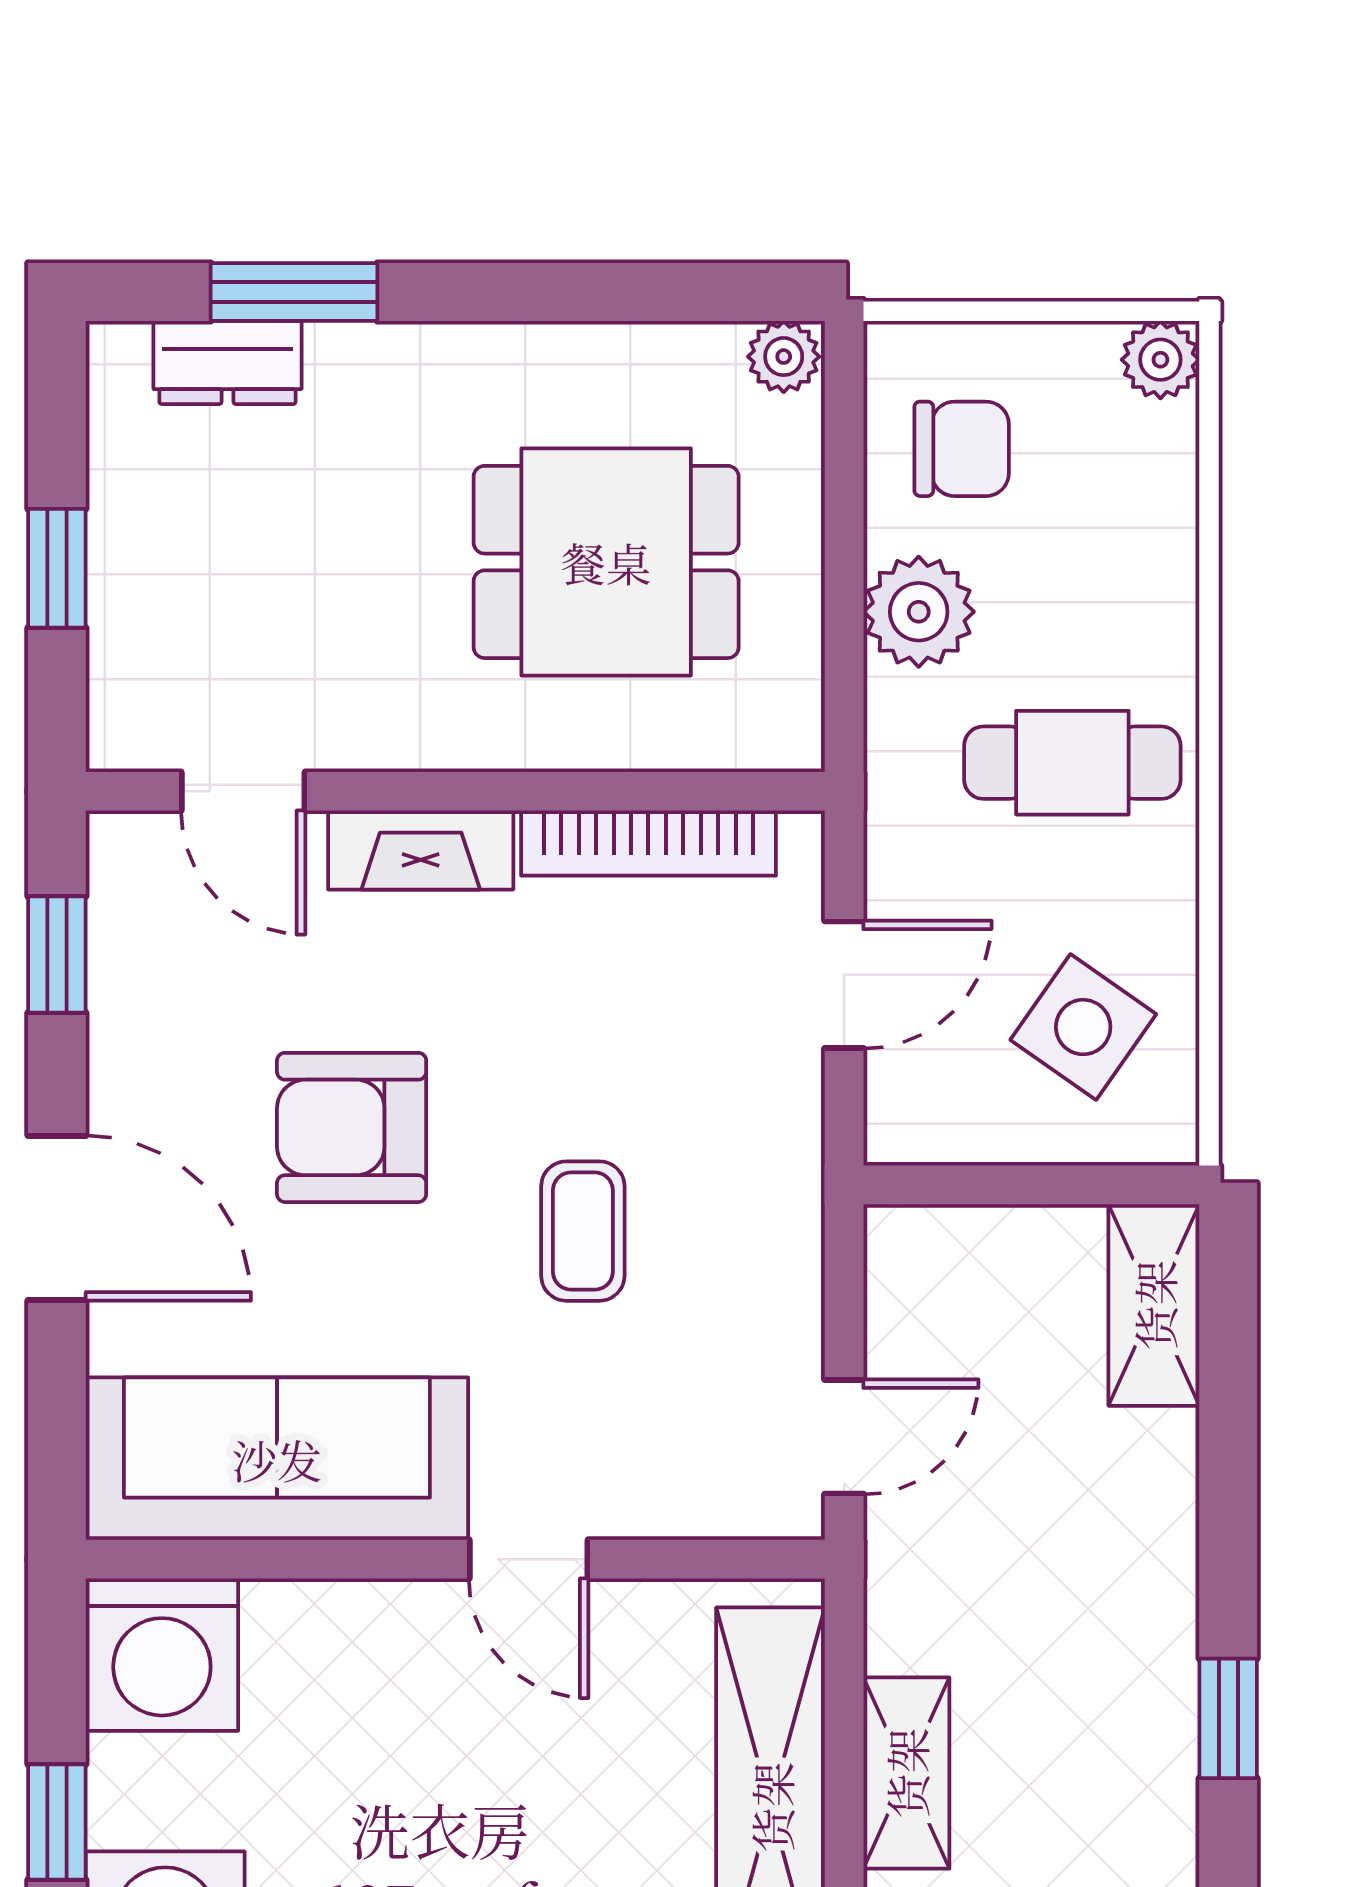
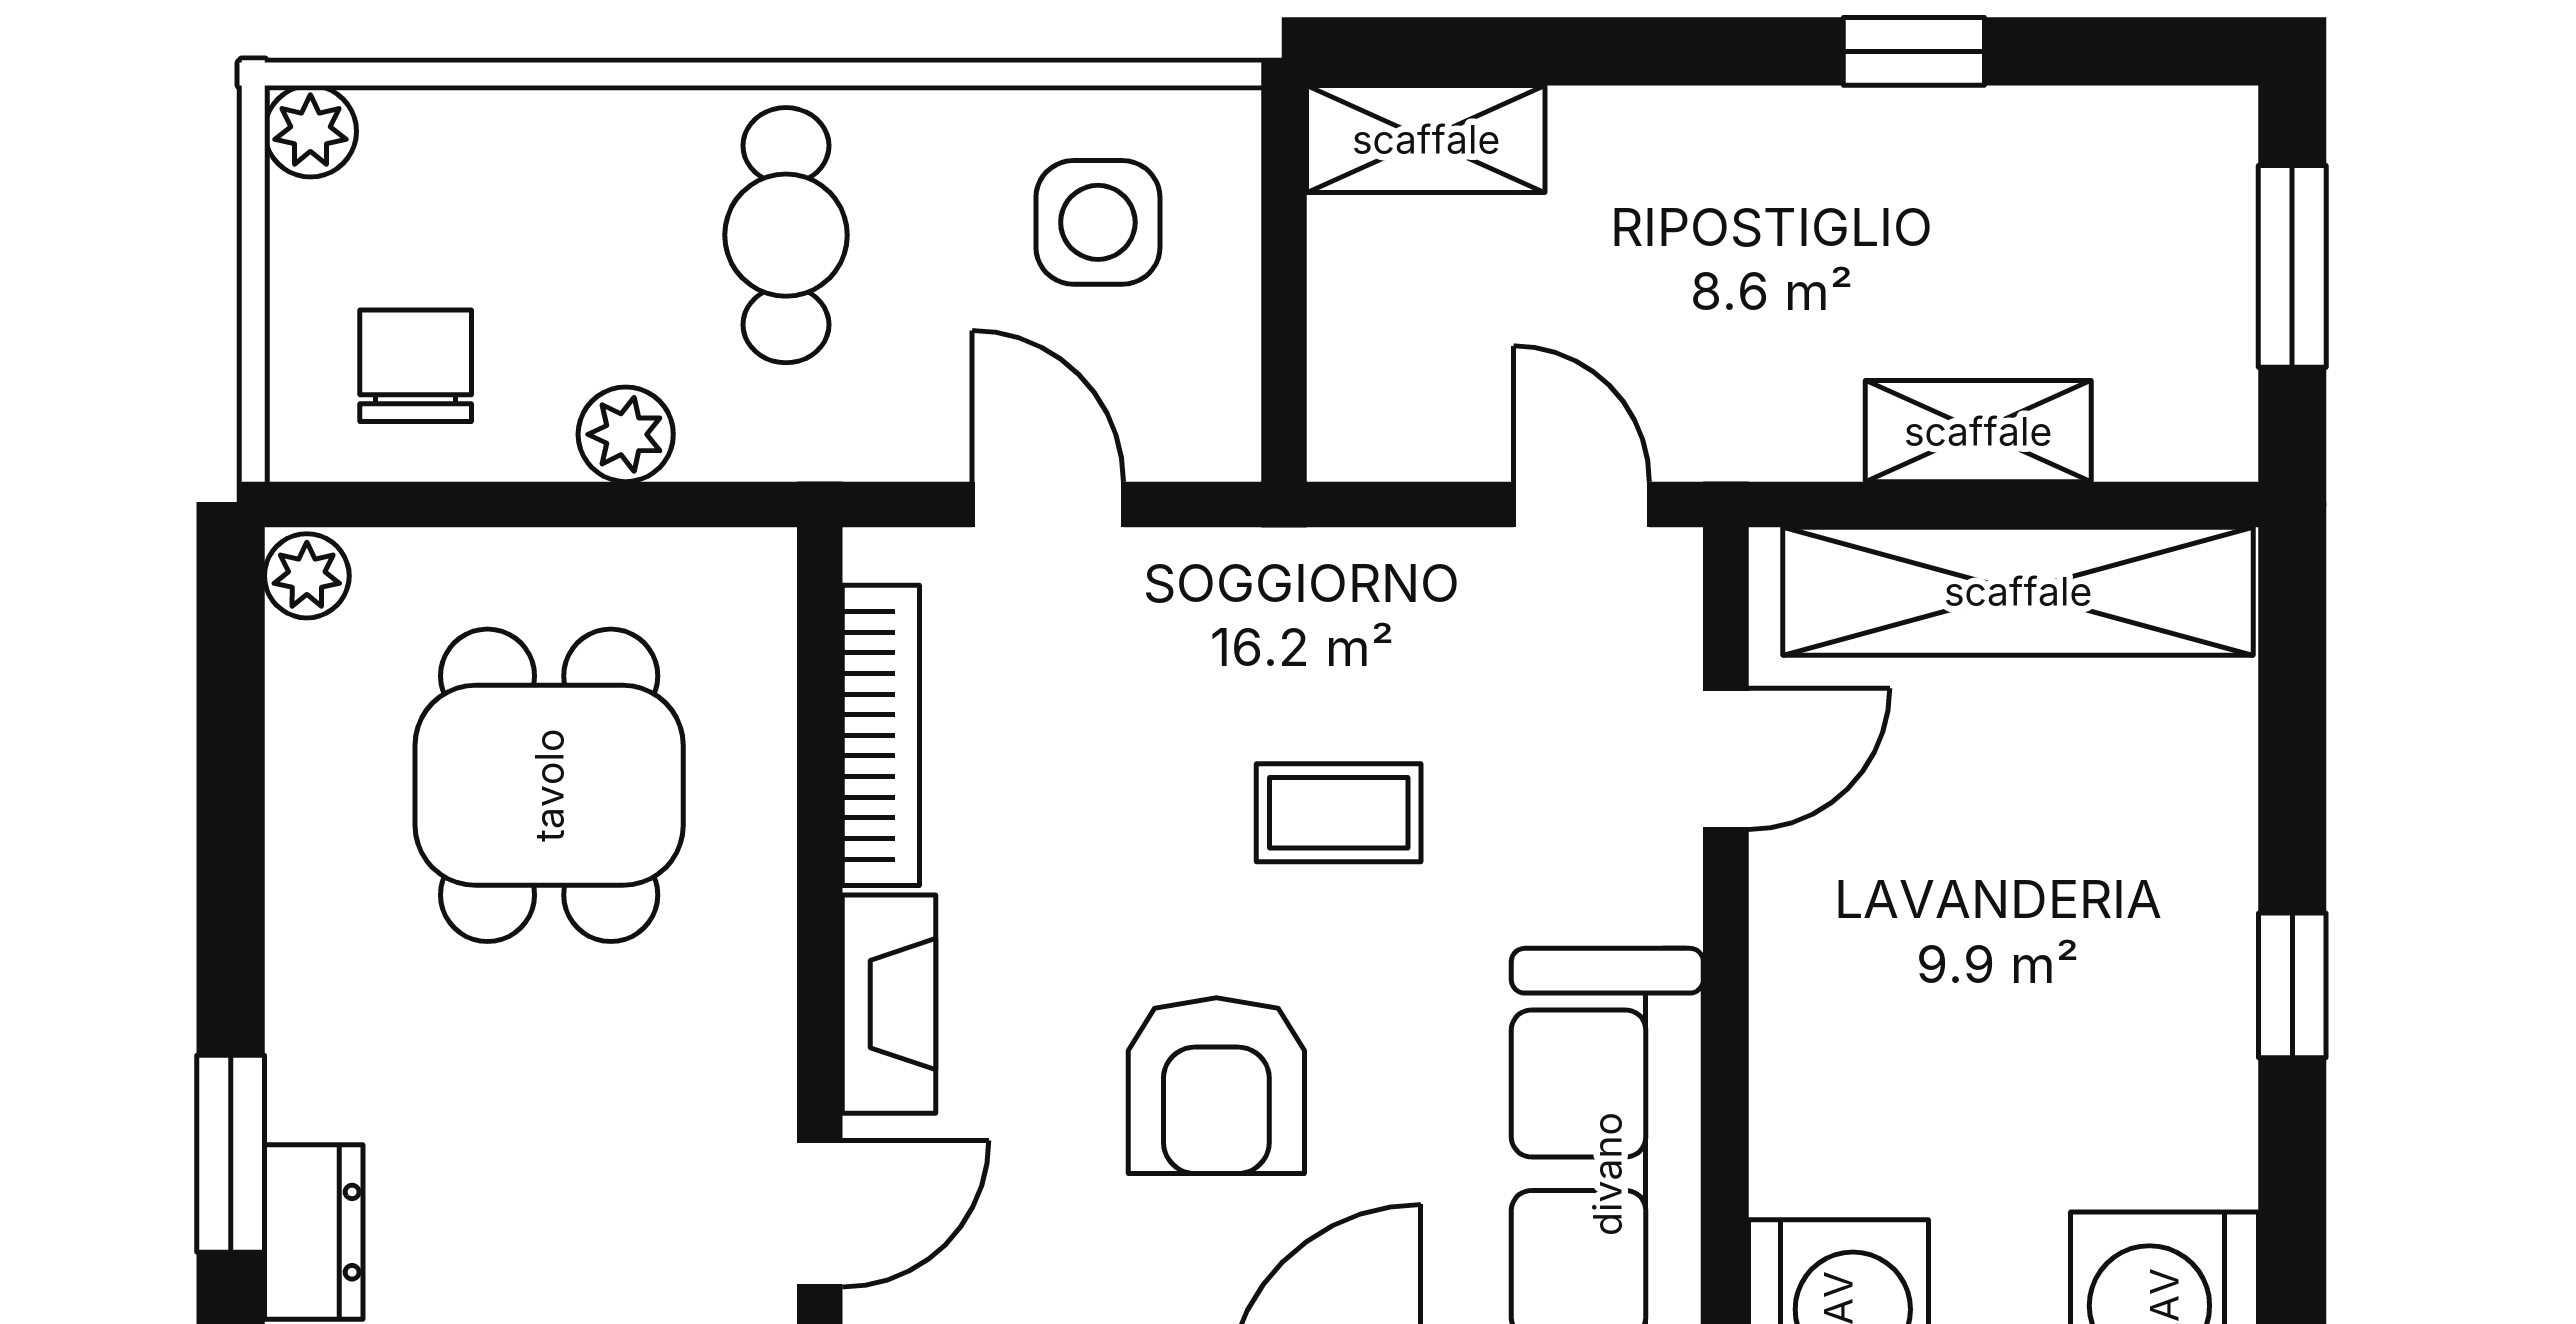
plant: (919, 612) -> (626, 434), width x0.73, depth x0.73
side table: (1083, 1027) -> (1098, 222), turned -35
door: (529, 1559) -> (1726, 759), moved

